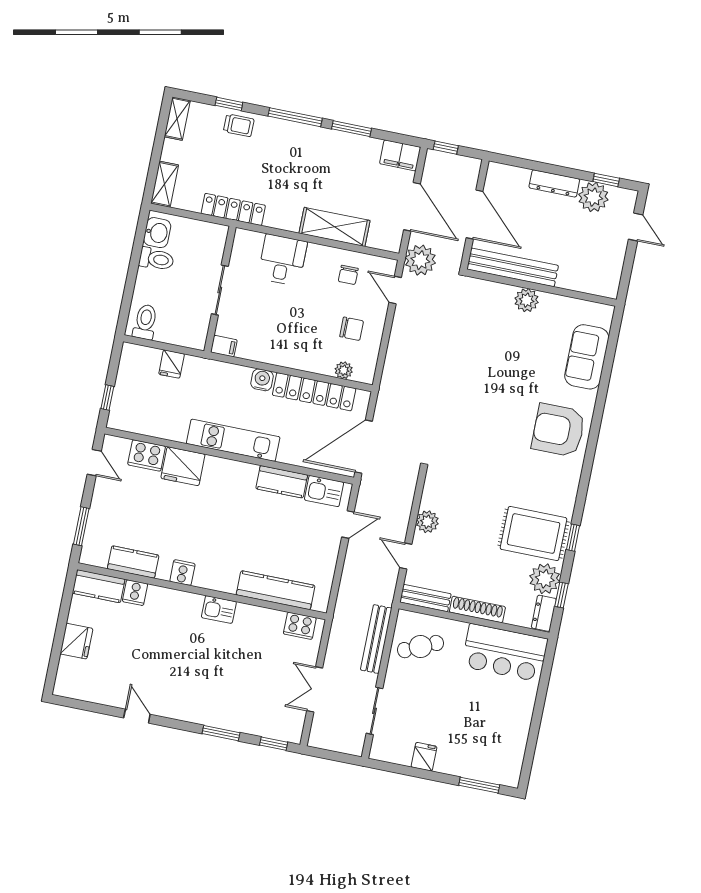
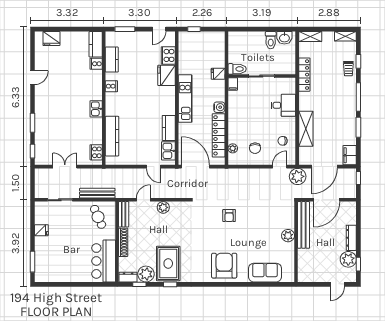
toilet: (145, 322) -> (237, 69), moved
fridge: (172, 364) -> (218, 74), moved
armchair: (467, 402) -> (229, 216), added
fridge: (76, 641) -> (51, 39), moved

